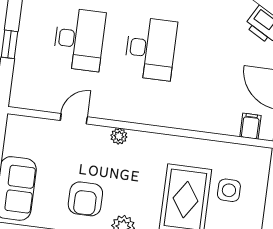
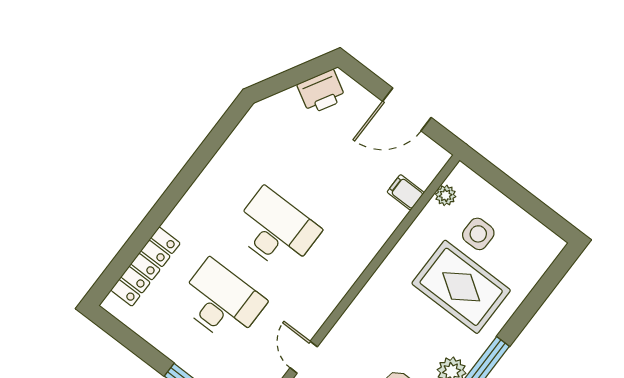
filing cabinet: (250, 126) -> (406, 192), moved
plant: (119, 136) -> (446, 195), moved

